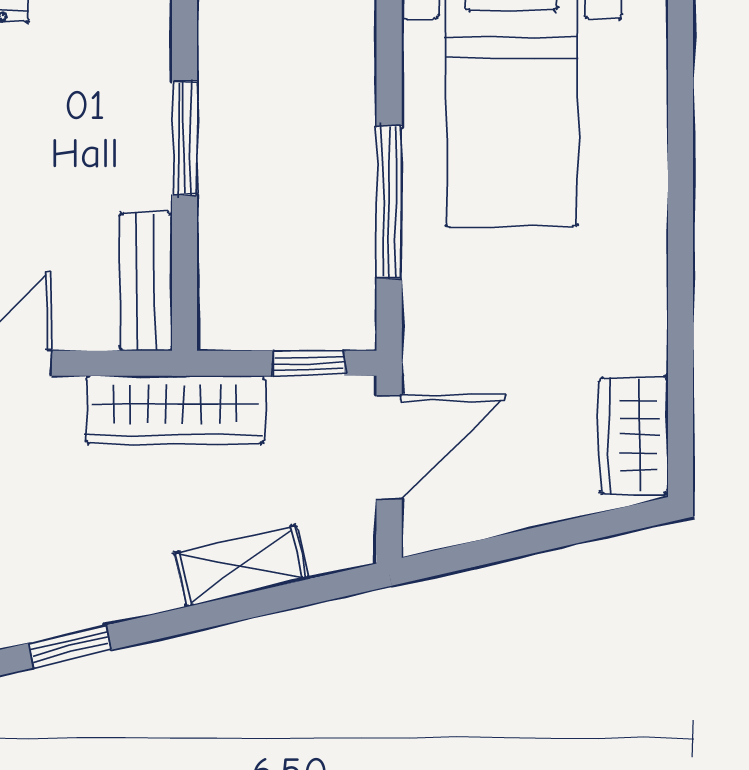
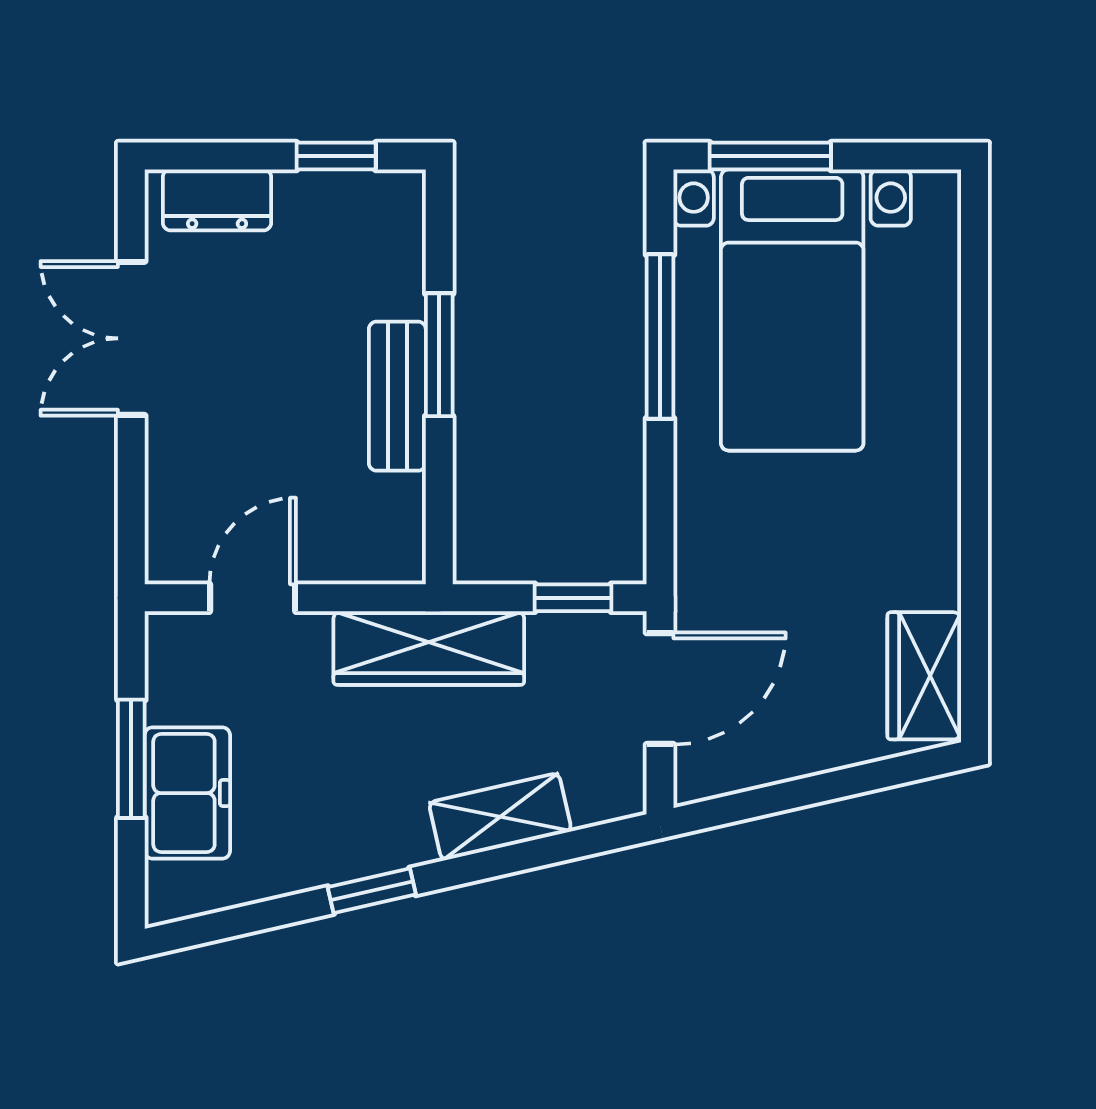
window: (389, 202) -> (660, 337), moved
bench: (146, 282) -> (397, 396), moved
window: (70, 647) -> (372, 891), moved

